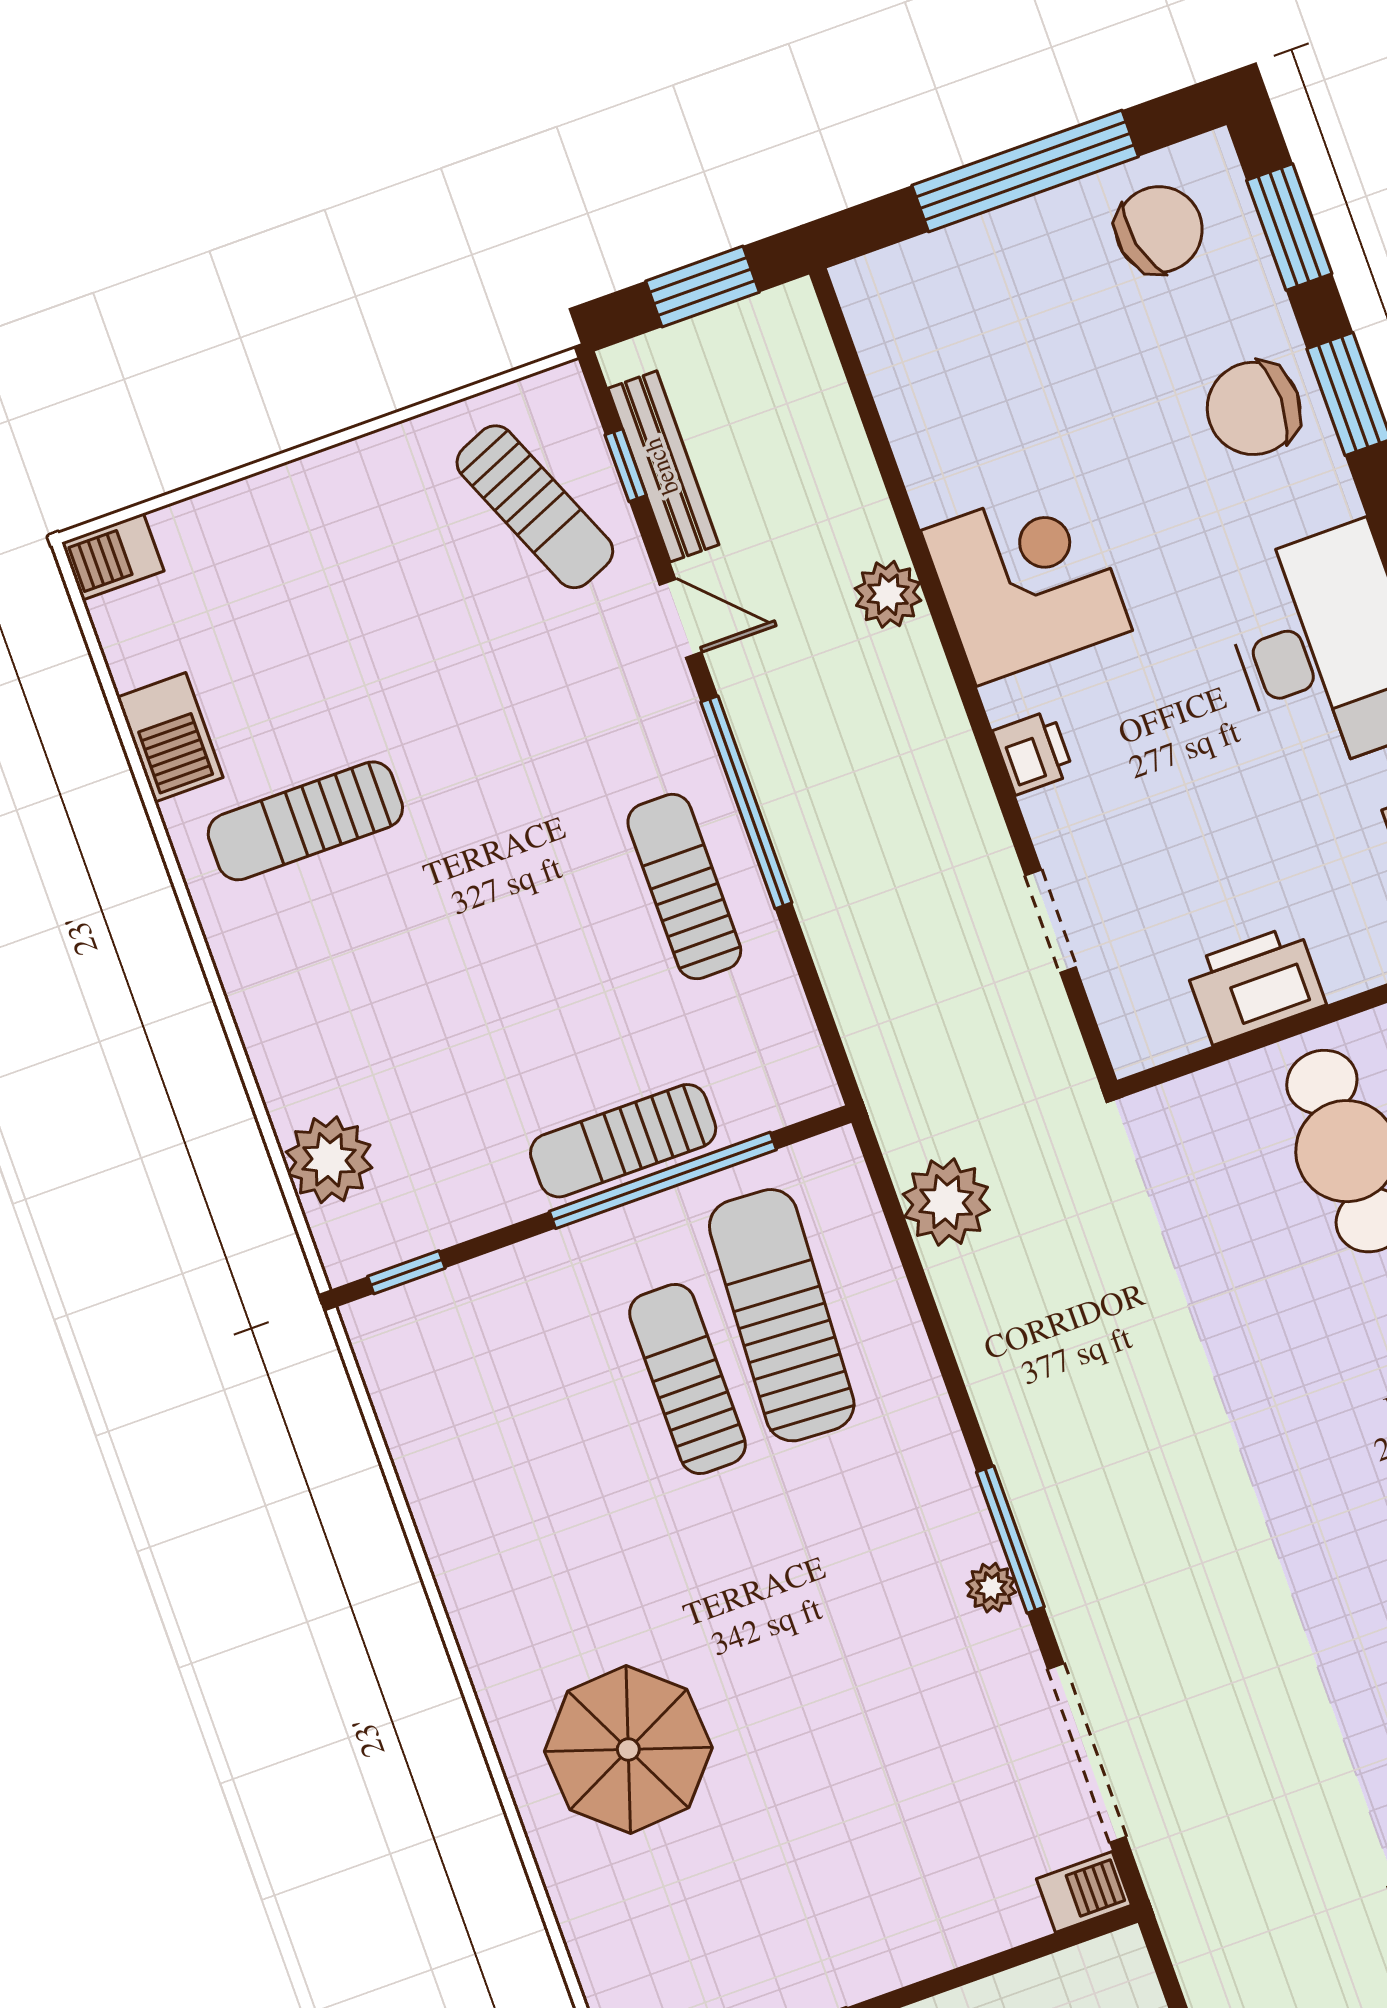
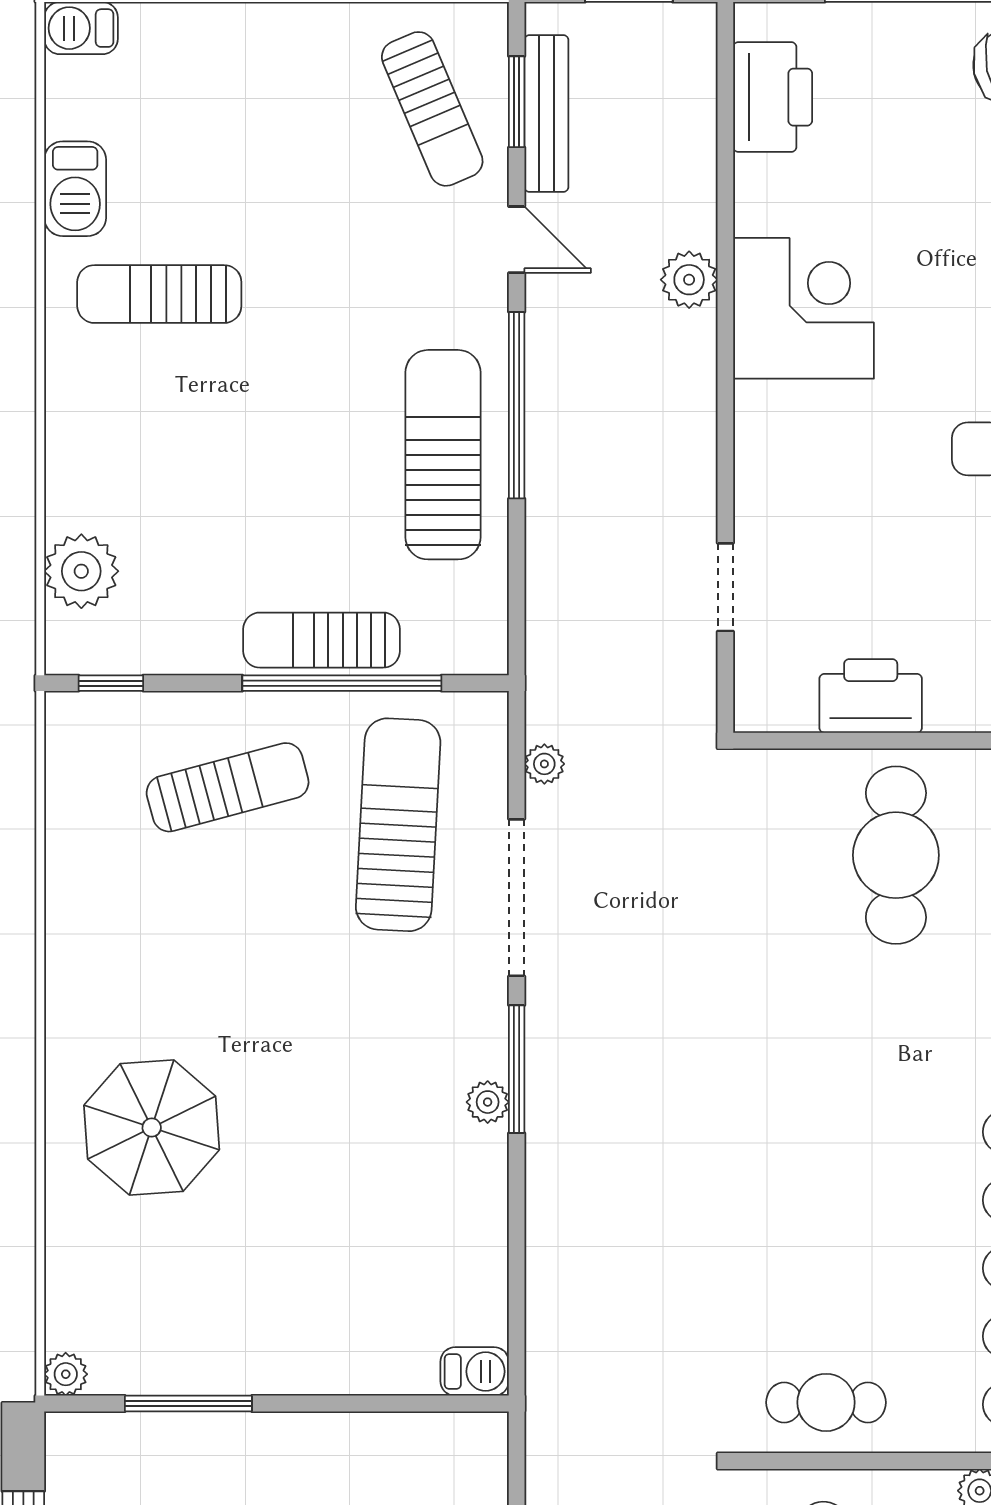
window: (626, 465) -> (517, 102), width x1.50
printer: (1033, 752) -> (773, 97), moved, width x1.87, depth x1.48
sun lounger: (684, 887) -> (443, 455), width x1.36, depth x1.34
plant: (946, 1202) -> (544, 764), width x0.53, depth x0.53
sun lounger: (687, 1379) -> (228, 787), moved, turned 75
doorway: (1087, 1753) -> (517, 898), moved

